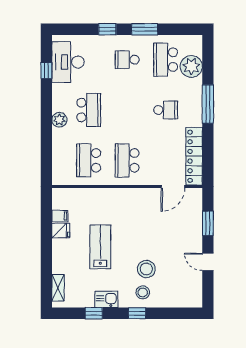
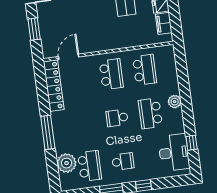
school desk: (166, 110) -> (117, 118), moved
filing cabinet: (60, 216) -> (164, 23), width x2.00

